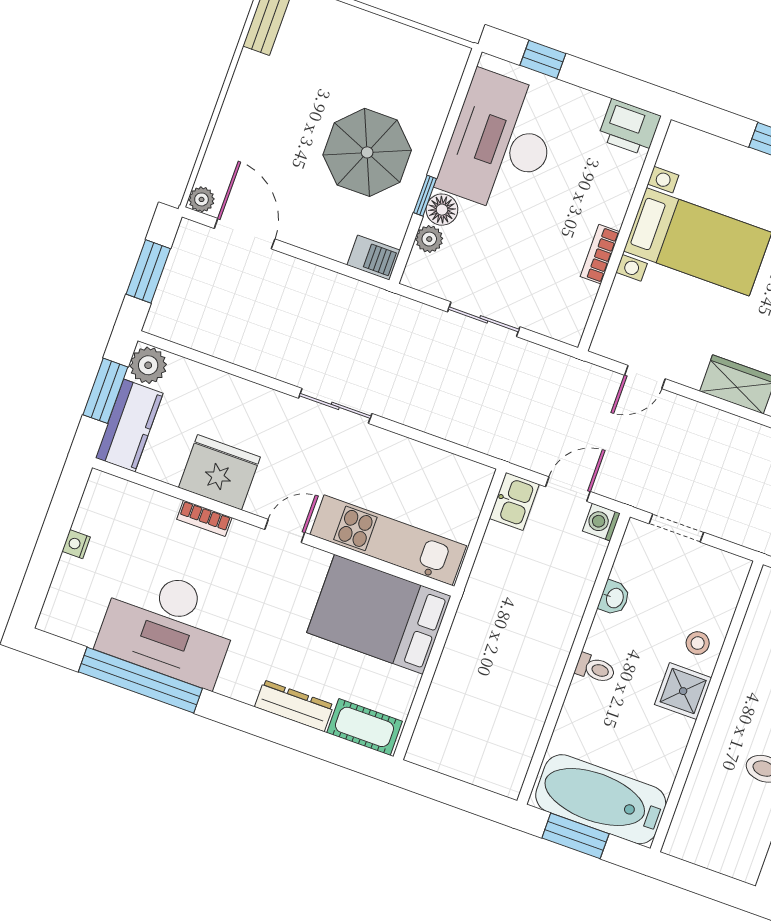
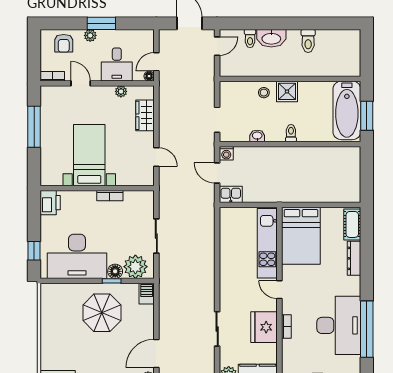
plant: (429, 239) -> (135, 267), width x1.87, depth x1.87
sliding door: (335, 406) -> (217, 329), moved

